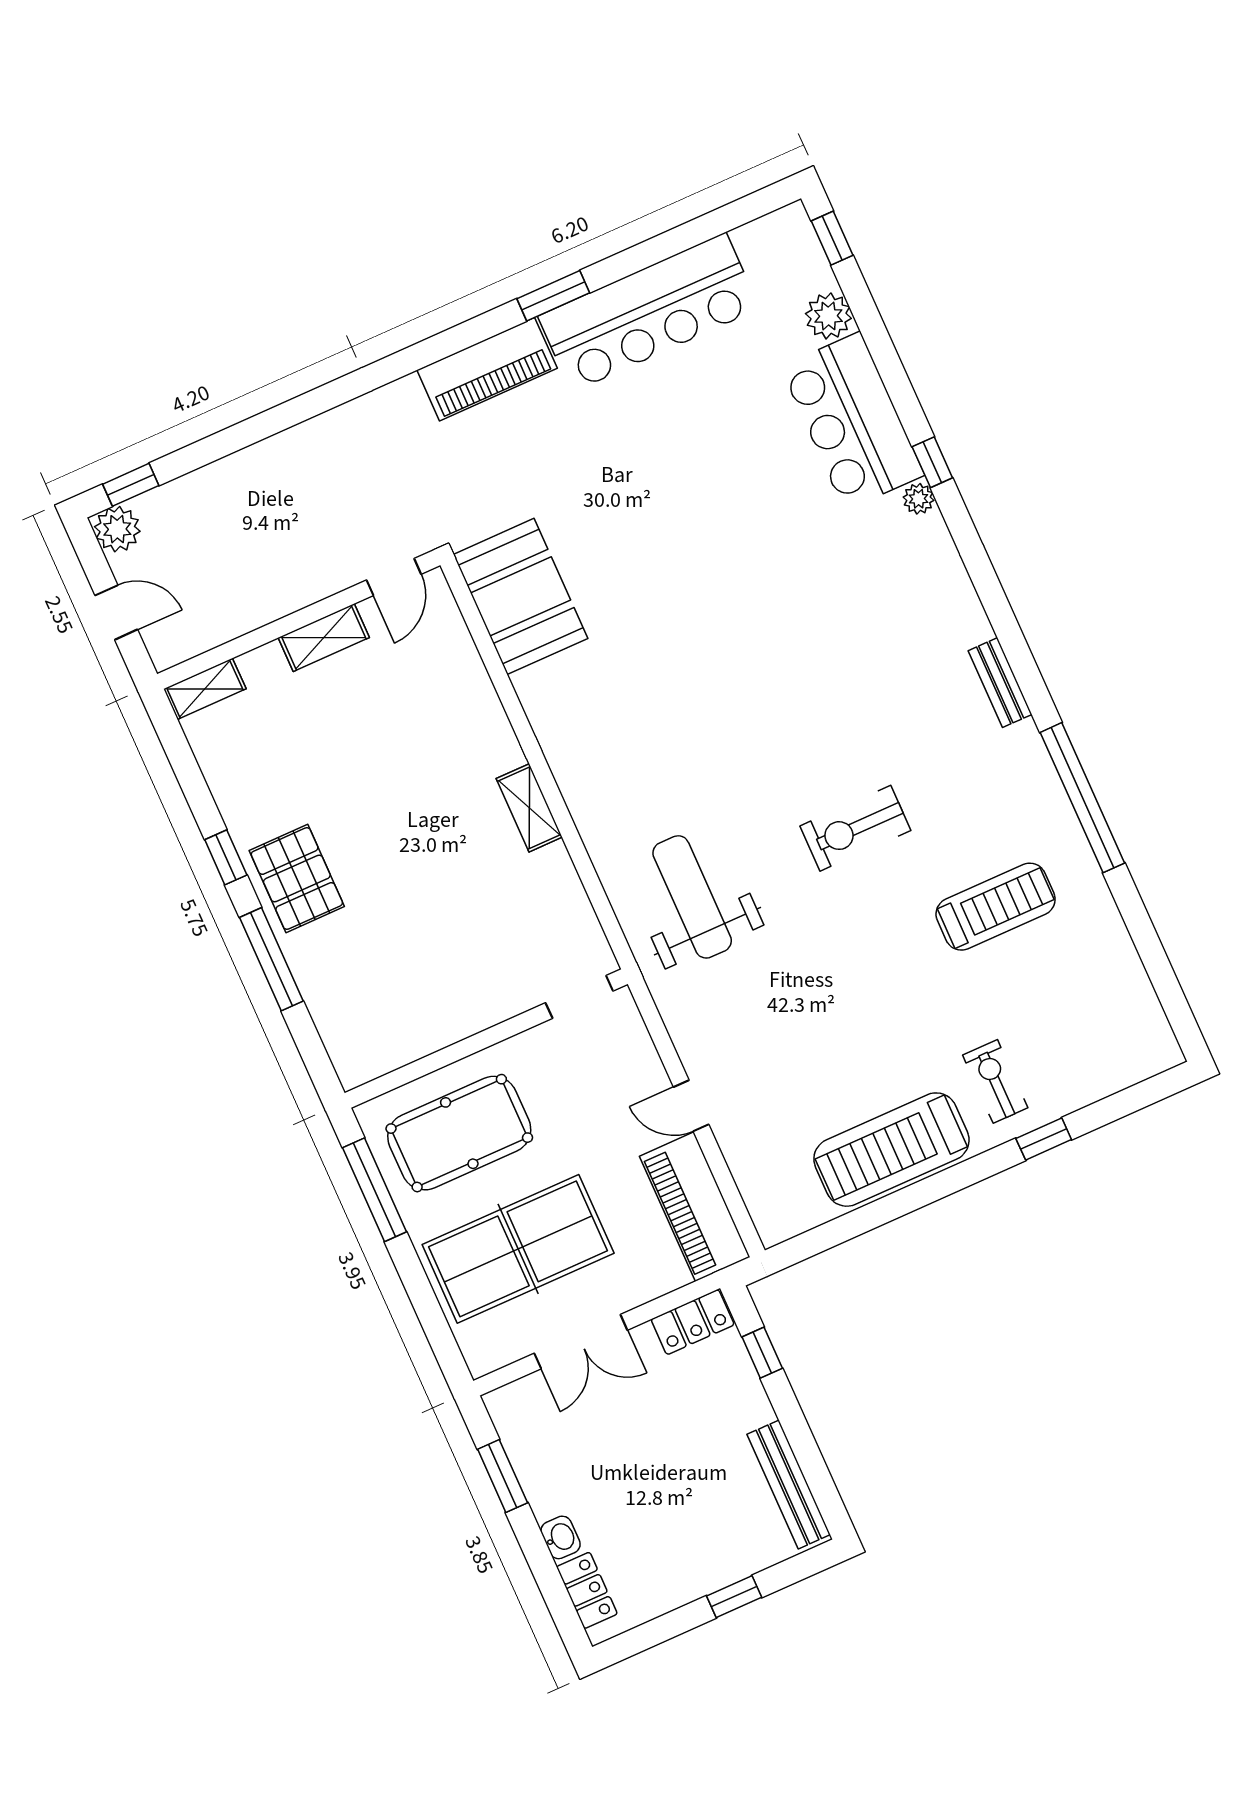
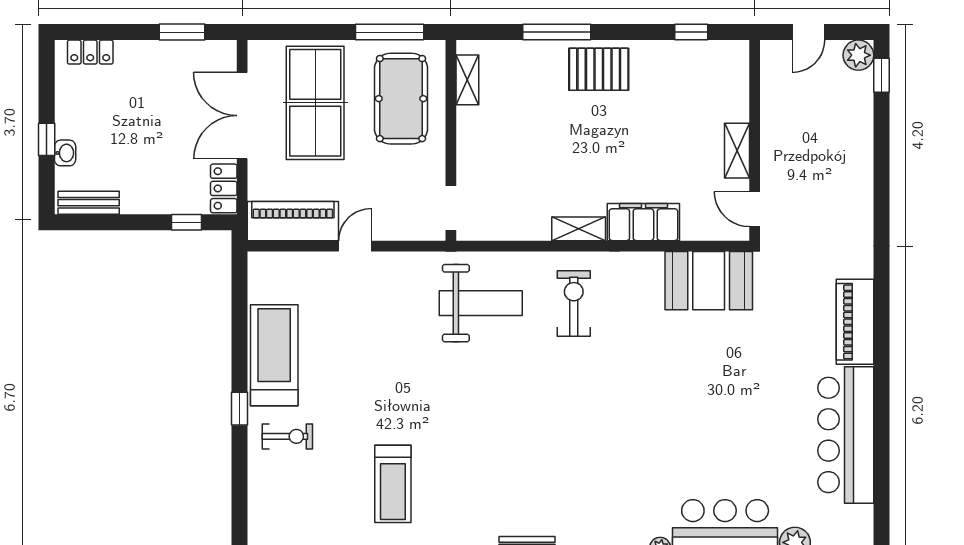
window: (553, 296) -> (881, 382), removed
shelving: (205, 689) -> (467, 80), moved
filing cabinet: (480, 723) -> (643, 222), added
exercise bike: (855, 828) -> (574, 304), moved
window: (226, 857) -> (691, 32), moved
window: (1044, 1139) -> (239, 409), moved
double door: (581, 1342) -> (242, 116), width x1.37
bench: (789, 1484) -> (89, 203), width x0.73
washbasin: (561, 1537) -> (65, 153), moved, turned -90

